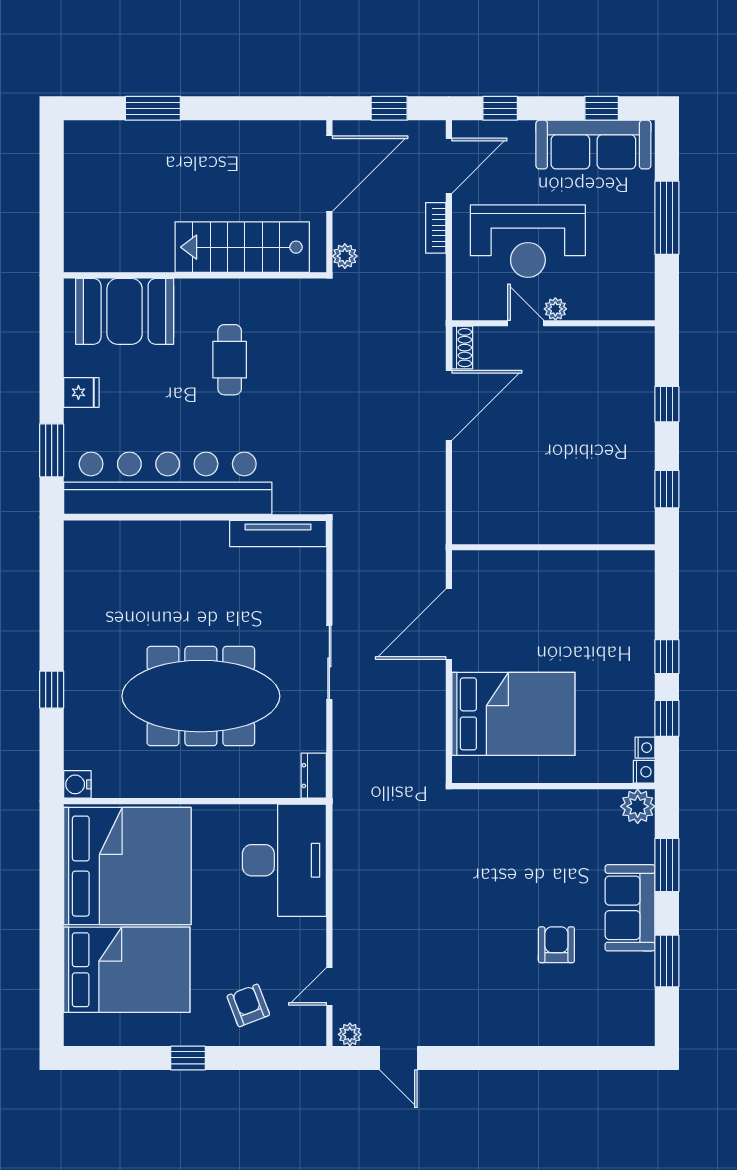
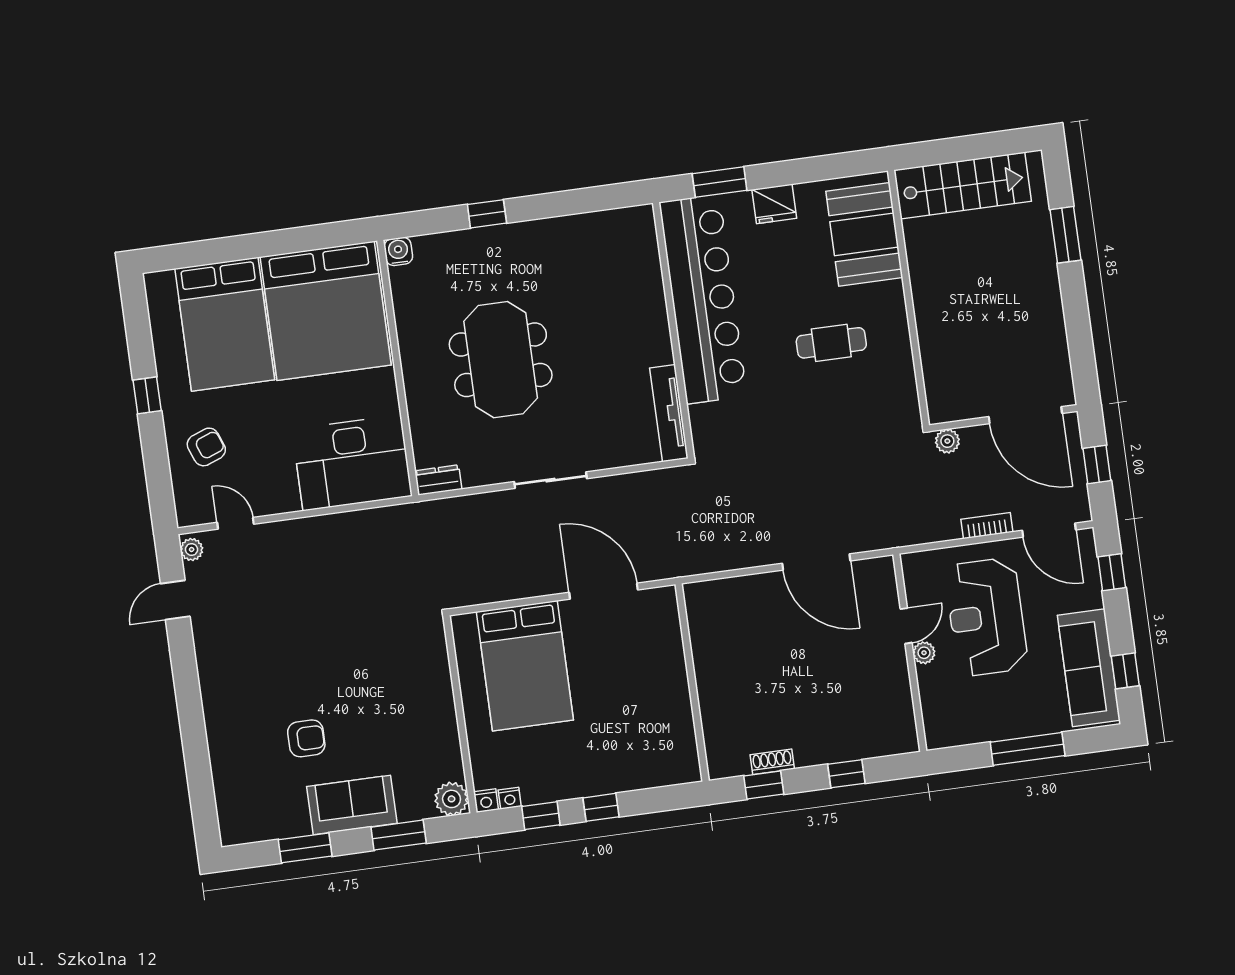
stairs: (242, 247) -> (963, 186), moved, turned 90
shoe rack: (462, 348) -> (772, 762), moved, turned 180
fridge: (81, 392) -> (774, 204), width x1.38
meeting table: (201, 696) -> (501, 360), width x0.73

